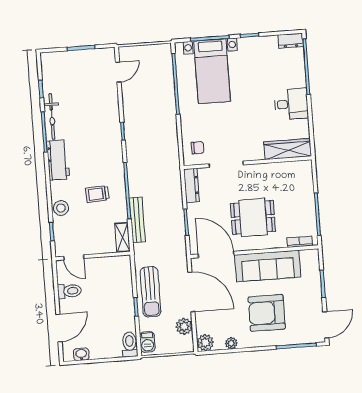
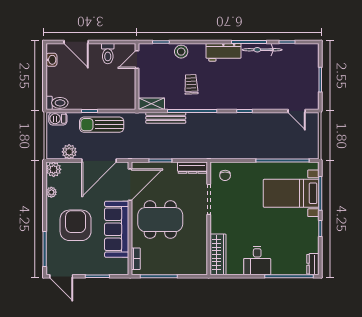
dining table: (253, 217) -> (160, 220), width x1.38

